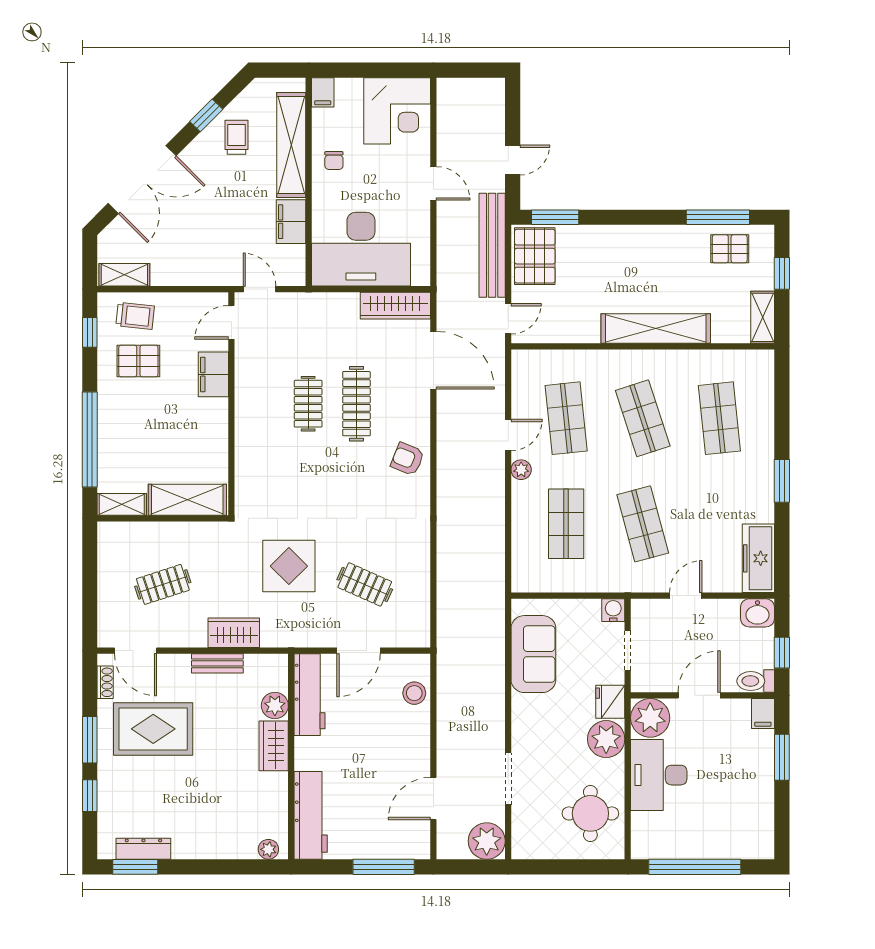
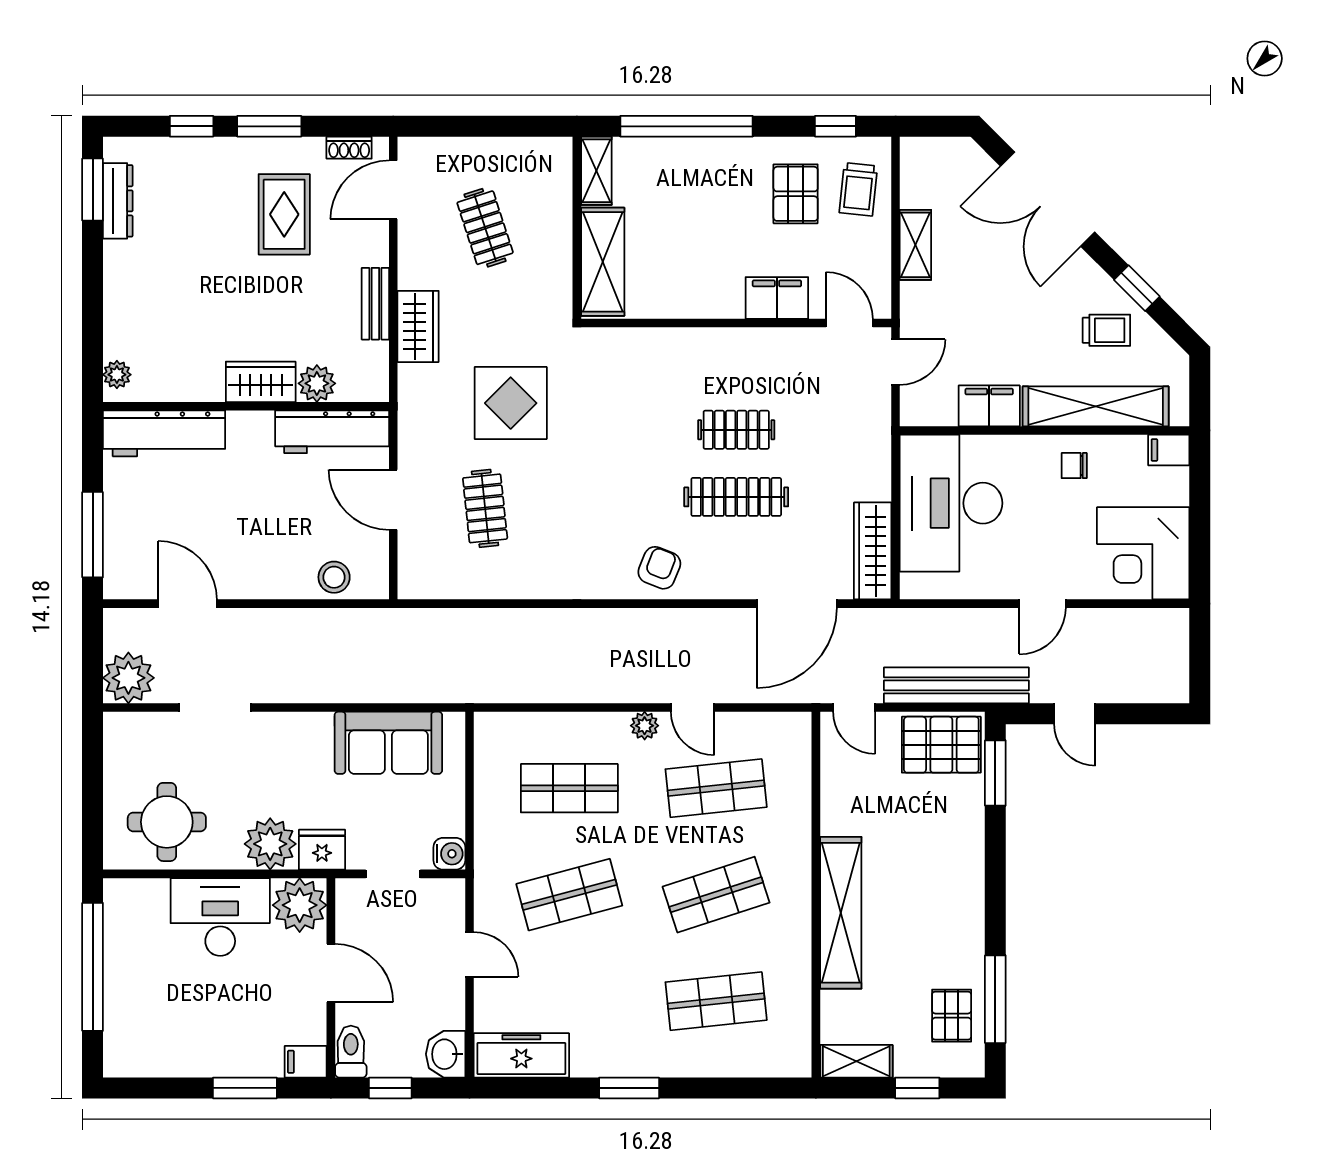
shelving: (124, 275) -> (915, 245), moved
clothes rail: (365, 584) -> (485, 508), turned -30
rug: (153, 729) -> (284, 214), width x0.73, depth x0.70

